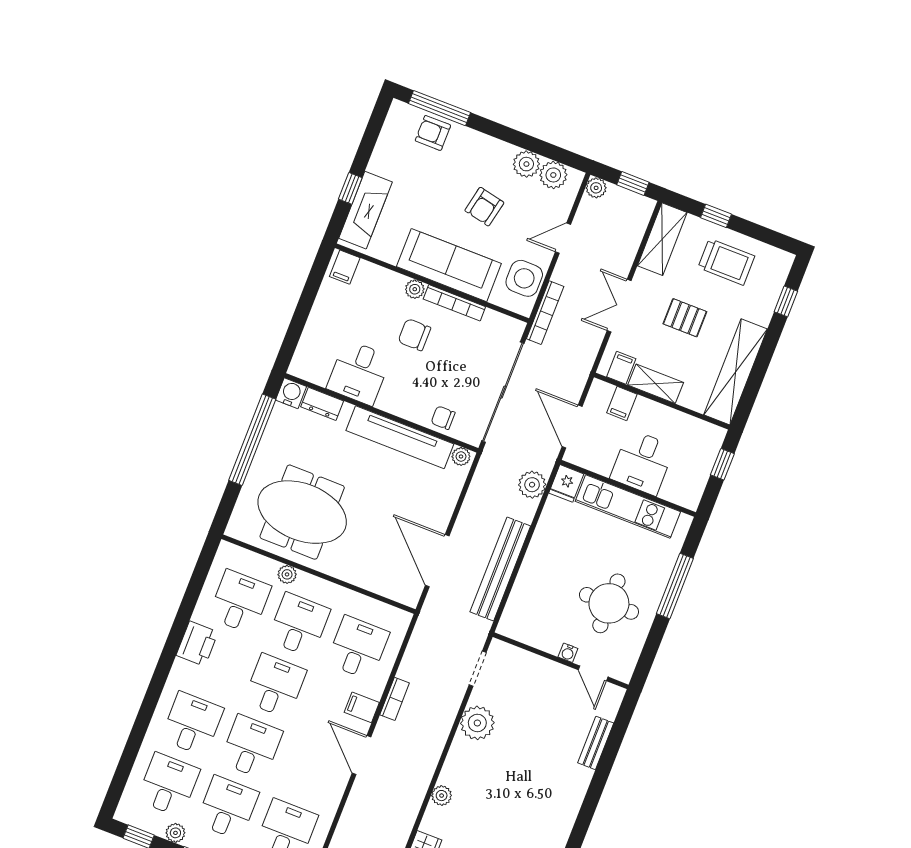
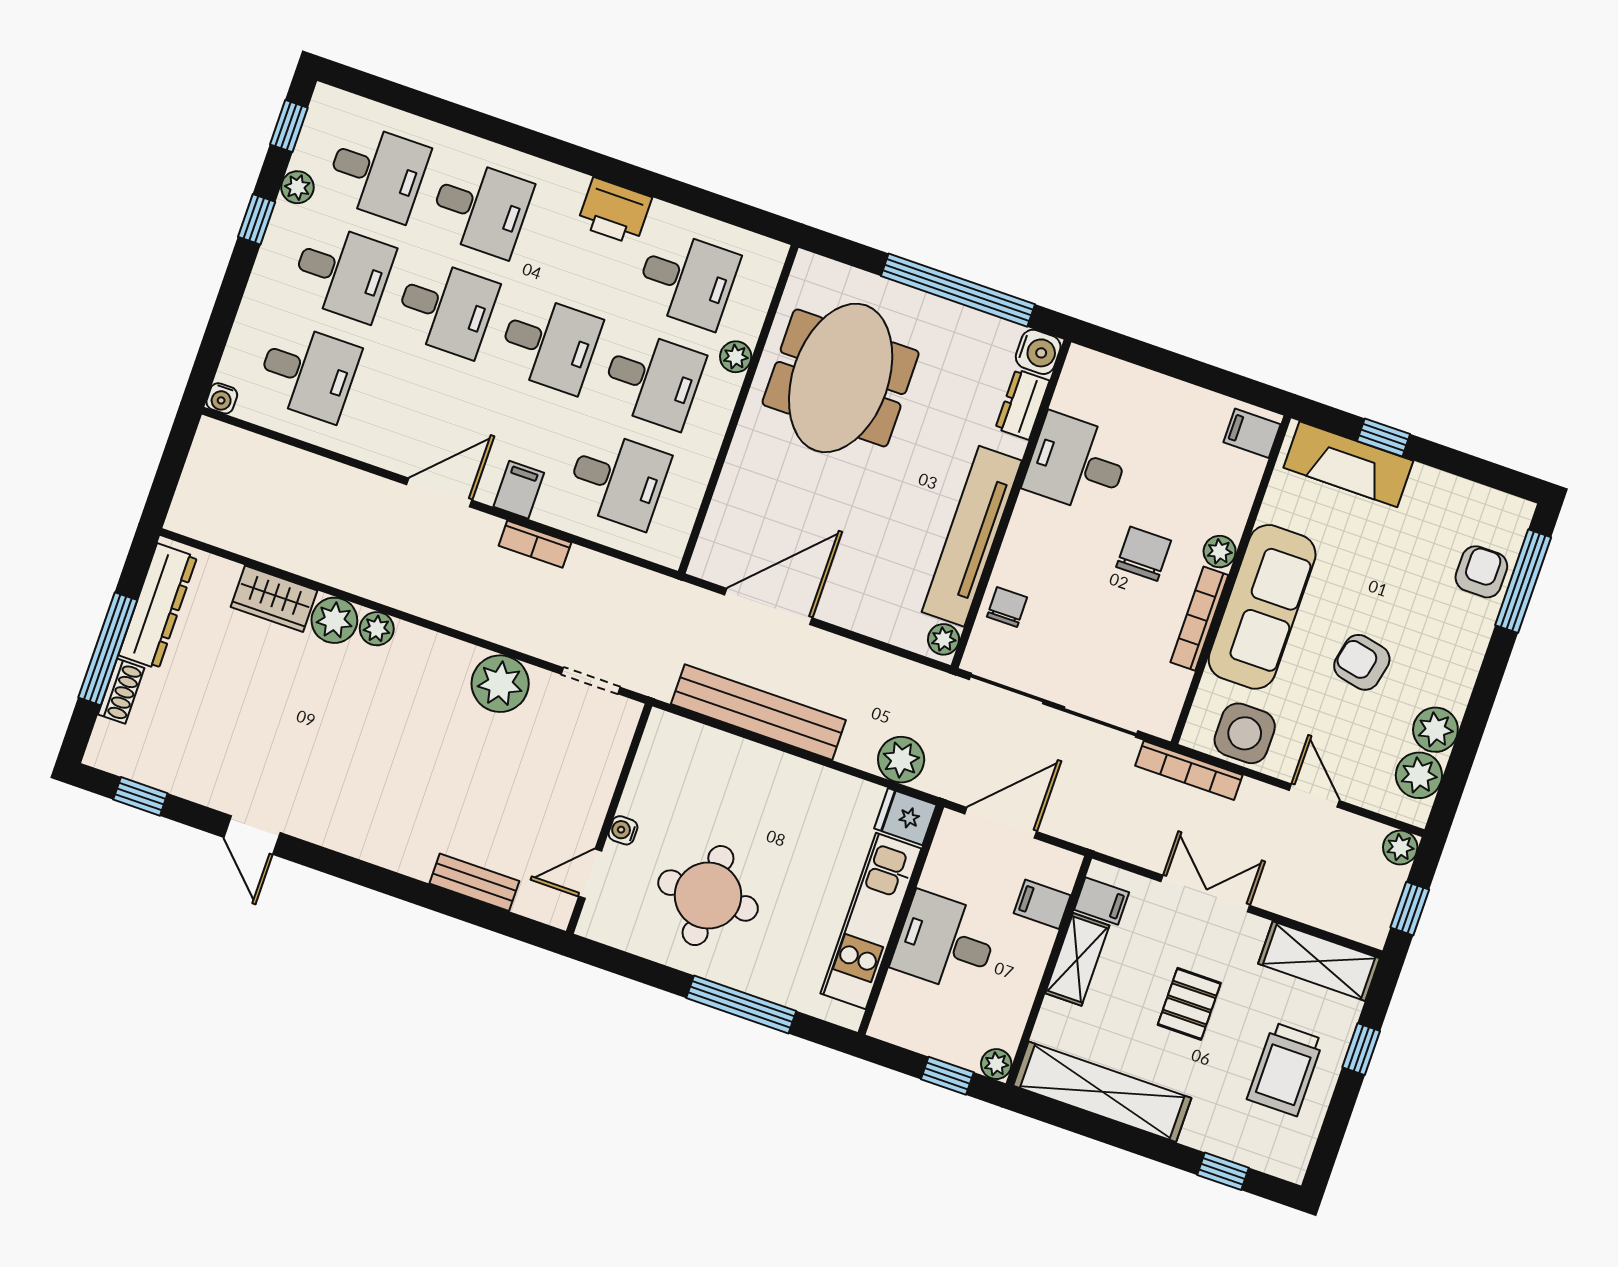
plant: (716, 435) -> (996, 1064), added
plant: (436, 821) -> (334, 620), added

